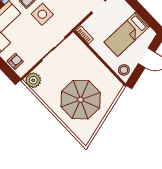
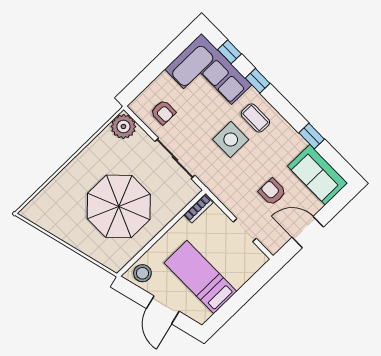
armchair: (15, 61) -> (163, 112), moved
parasol: (81, 100) -> (119, 206), moved

